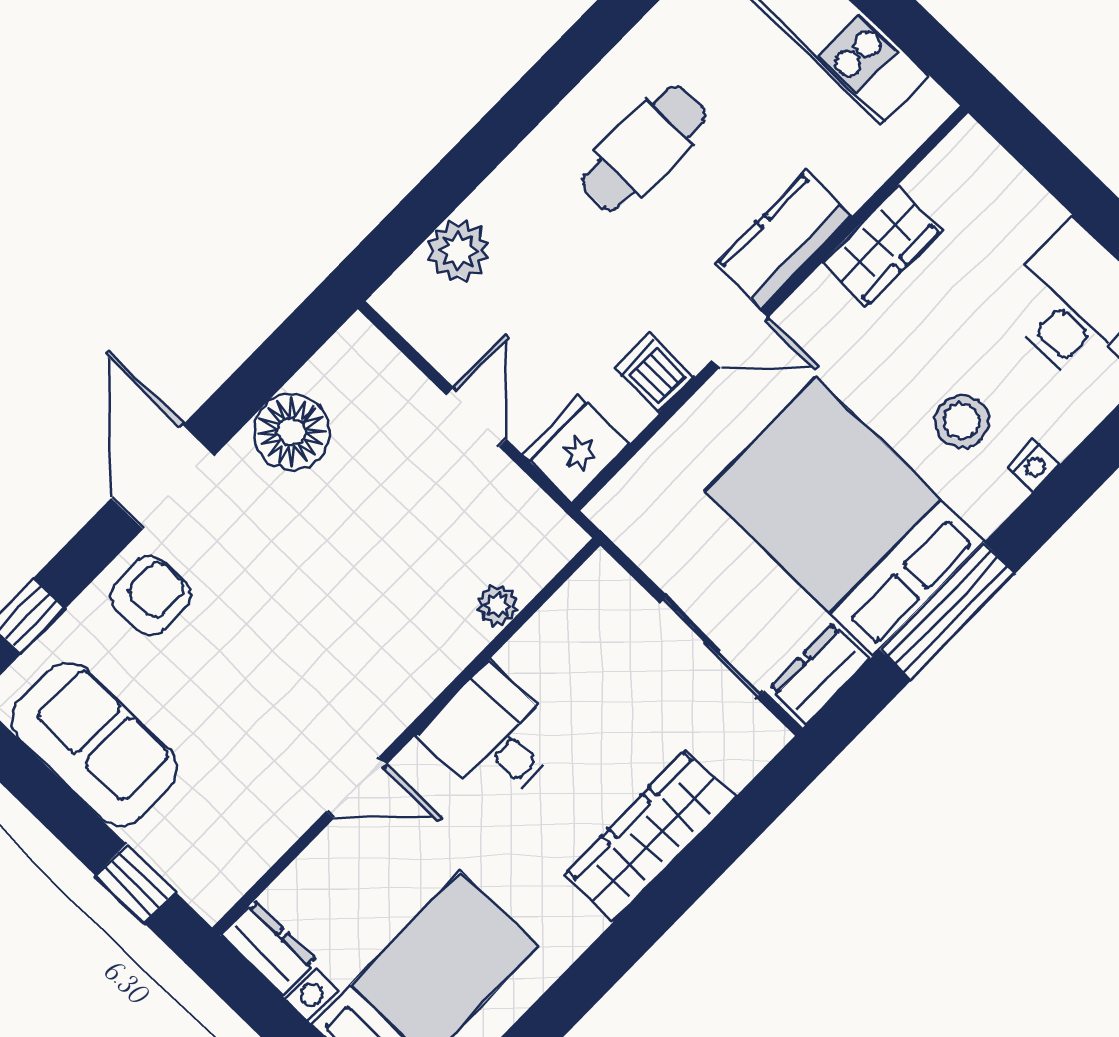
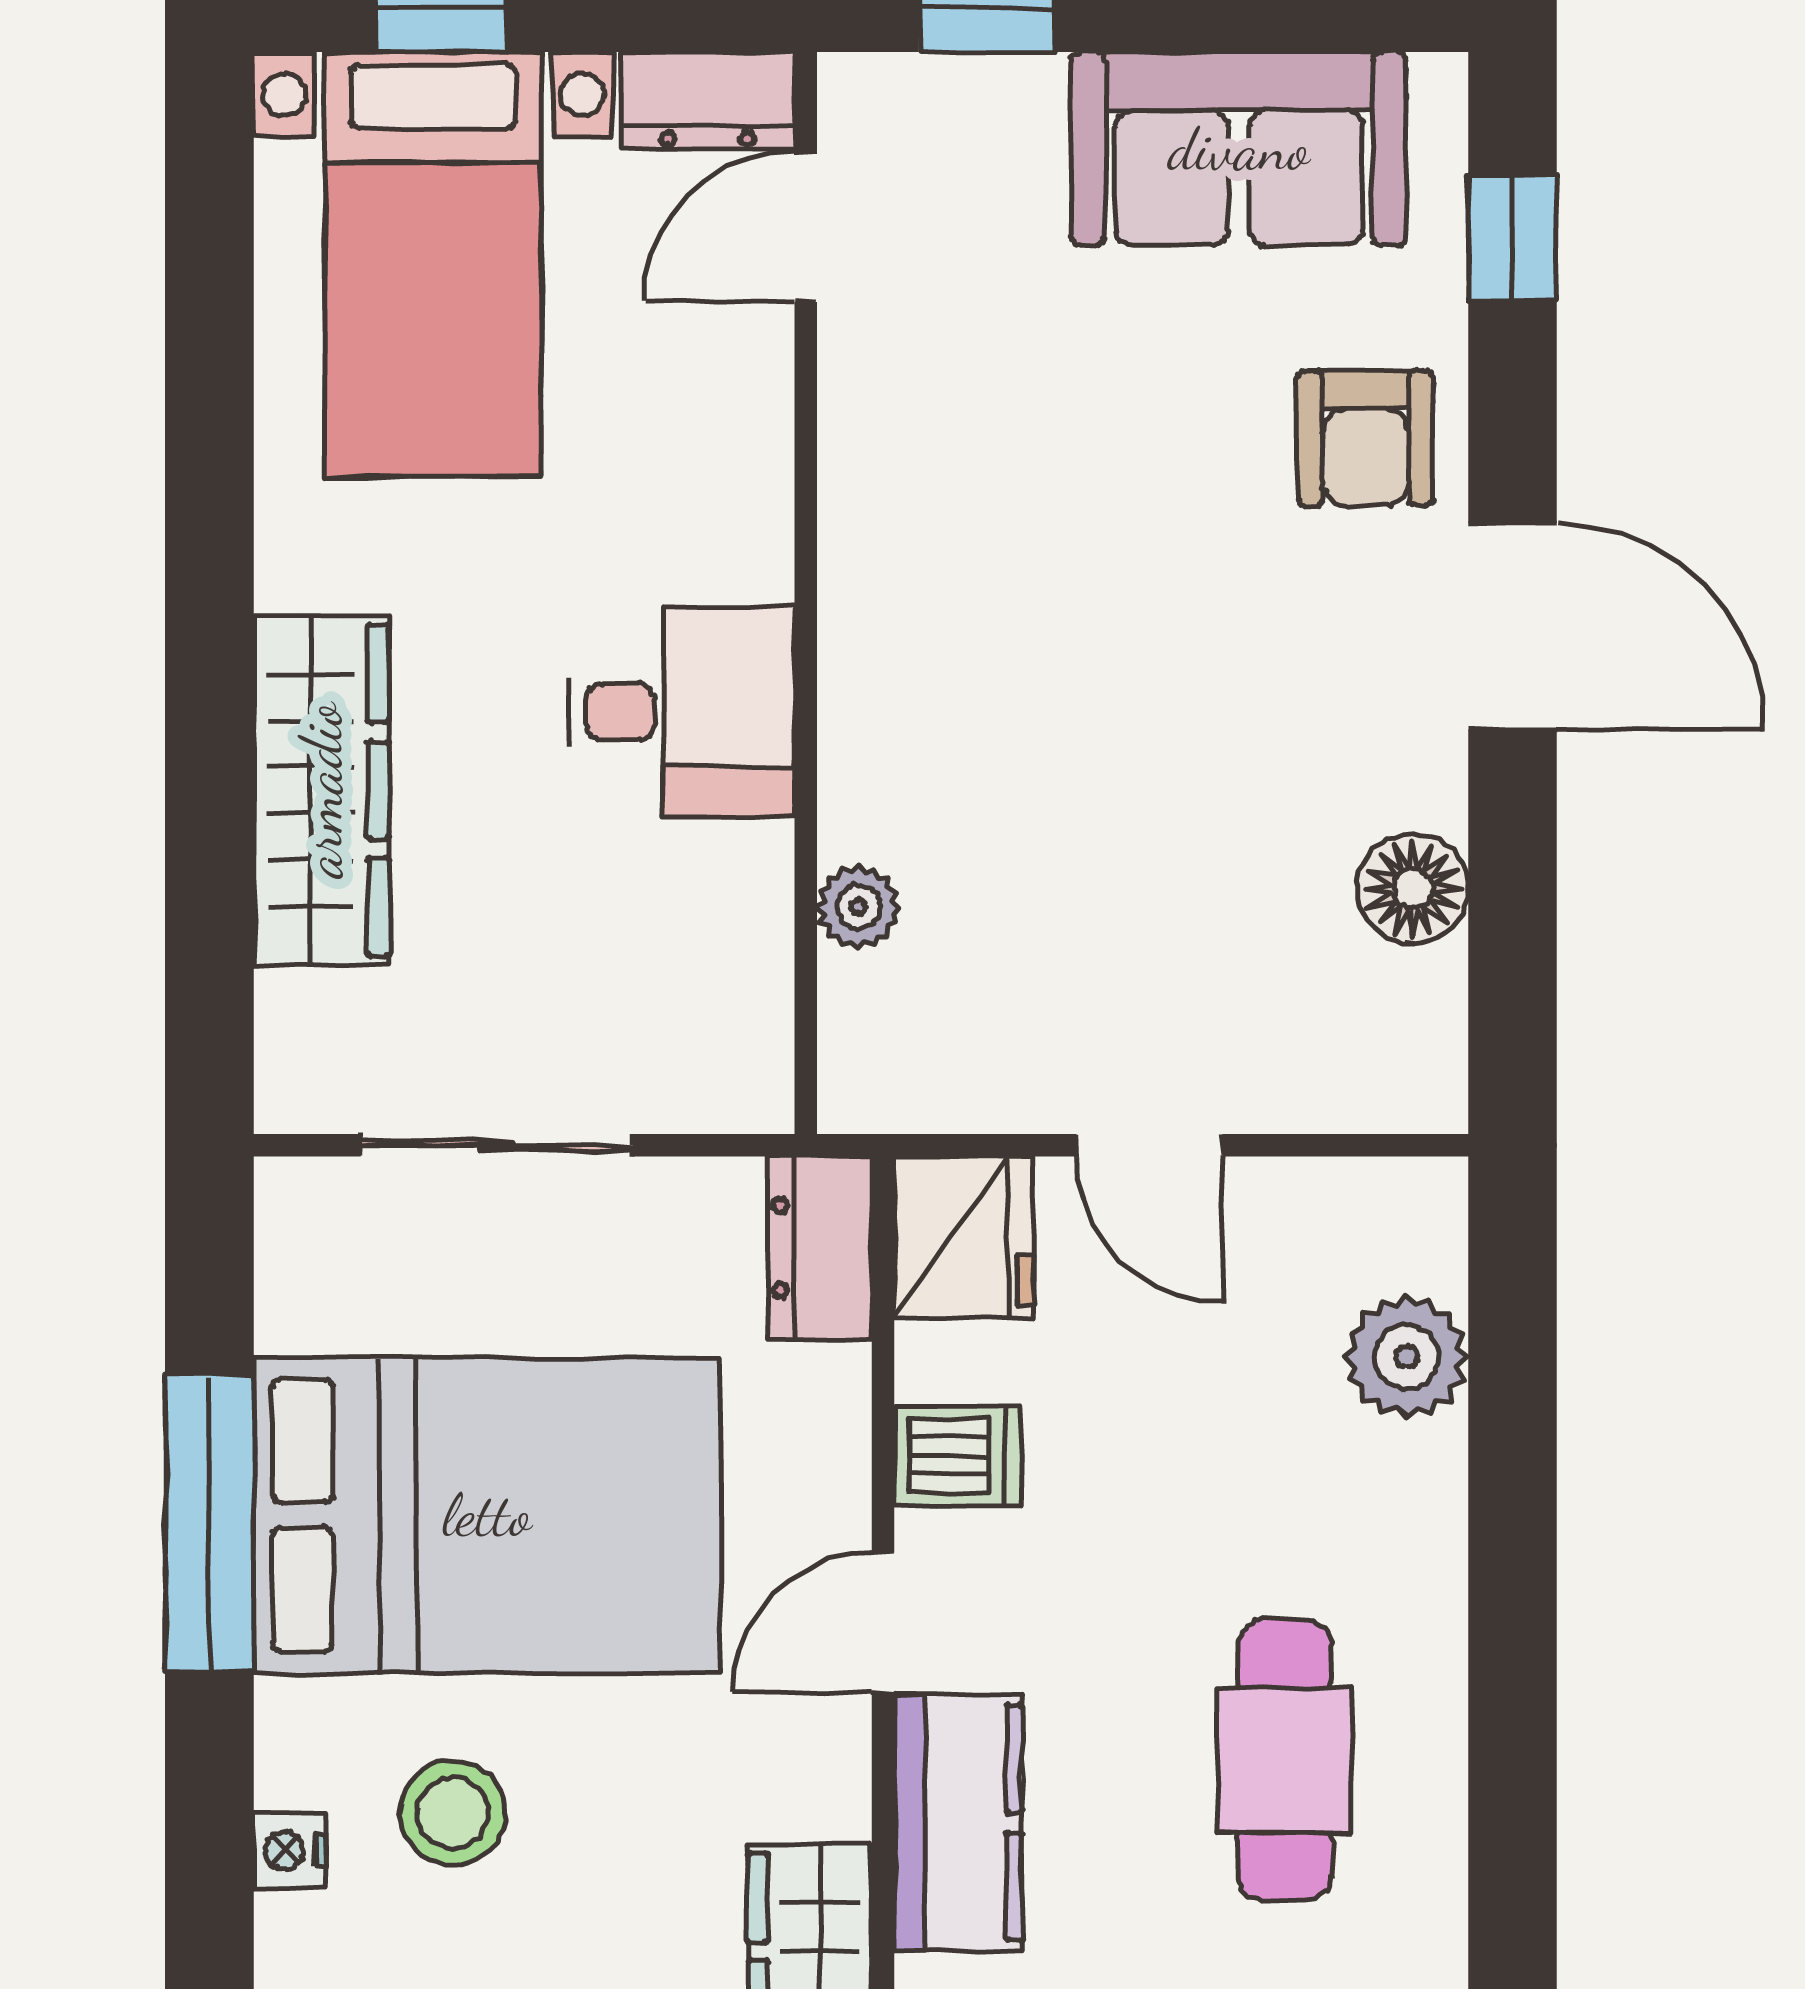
floor lamp: (292, 432) -> (1413, 889), width x0.73, depth x0.73
dresser: (820, 673) -> (820, 1248), moved, turned 180
door: (356, 788) -> (806, 227), moved

